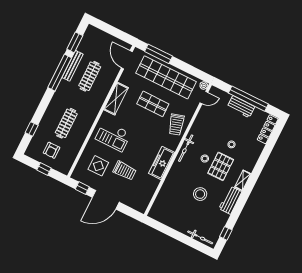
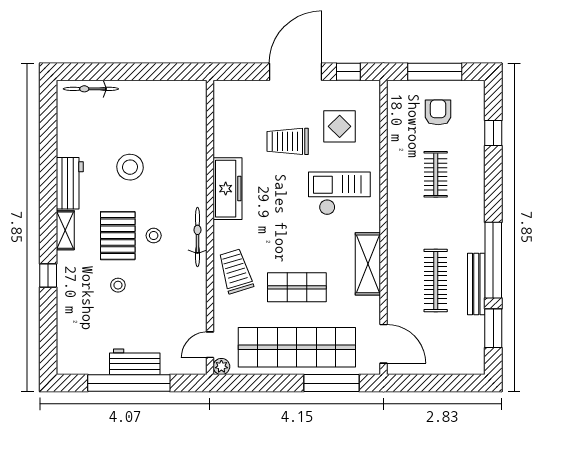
clothes rail: (66, 123) -> (436, 174), width x0.73
locker: (268, 129) -> (66, 345), removed
window: (44, 169) -> (435, 72), width x2.17
window: (226, 233) -> (48, 275), moved

